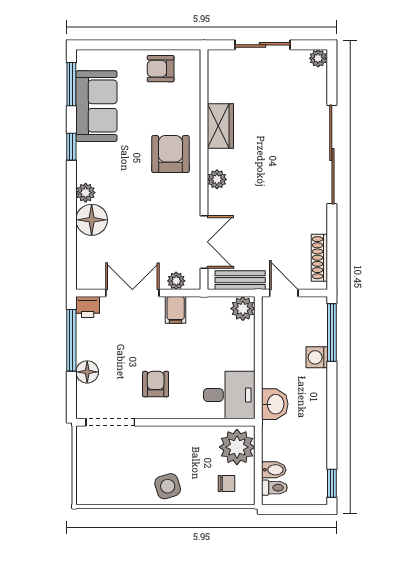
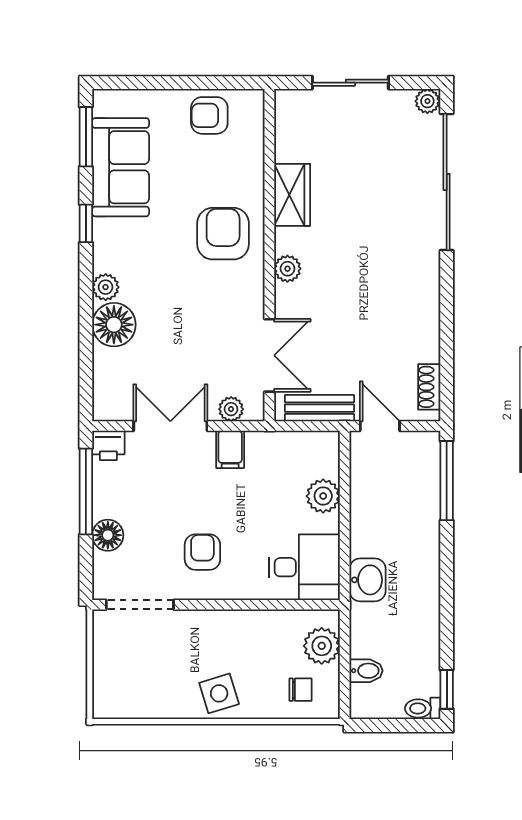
sliding door: (332, 155) -> (447, 182), moved
shoe rack: (319, 258) -> (429, 387), width x0.70
plant: (243, 309) -> (323, 496), moved
washing machine: (317, 357) -> (426, 515), removed
plant: (237, 447) -> (322, 646), width x0.73, depth x0.73
toilet: (274, 488) -> (423, 708), moved, turned 180

